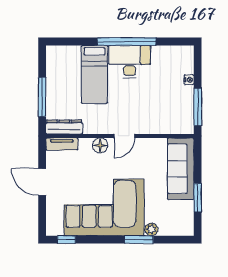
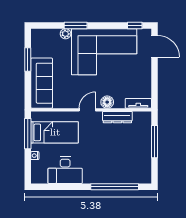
window: (127, 41) -> (115, 187), moved
desk: (130, 62) -> (65, 170), moved
bed: (94, 74) -> (55, 132), moved, turned 90
dresser: (64, 127) -> (117, 117), moved
door: (42, 182) -> (154, 46), moved

